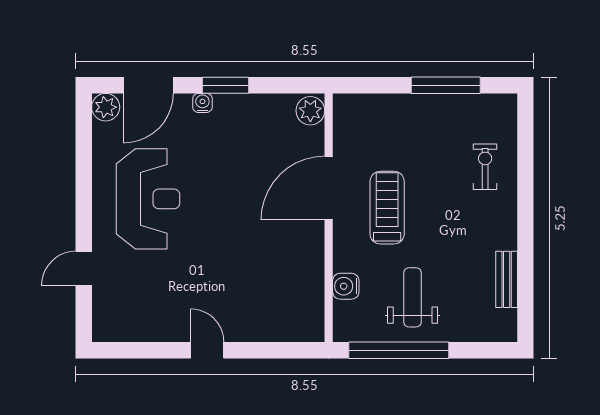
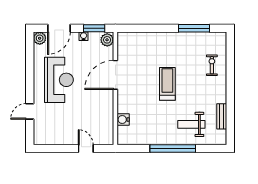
plant: (310, 111) -> (107, 40), moved
door: (329, 188) -> (115, 75), moved
wall: (329, 218) -> (115, 88), moved
water cooler: (346, 286) -> (123, 120), moved
weight bench: (413, 297) -> (191, 124), moved, turned -90

